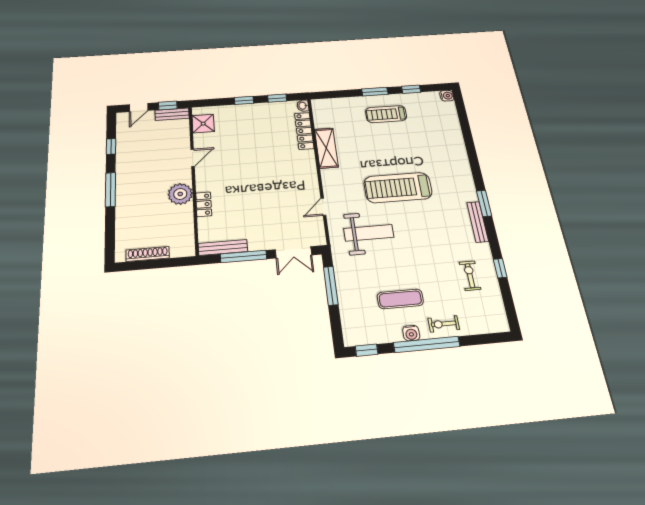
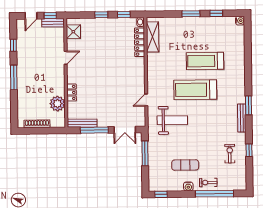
treadmill: (386, 114) -> (205, 61), moved, width x1.37, depth x1.38
shelving: (326, 148) -> (153, 37), moved
plant: (180, 194) -> (57, 104), moved
window: (427, 344) -> (215, 194), moved

